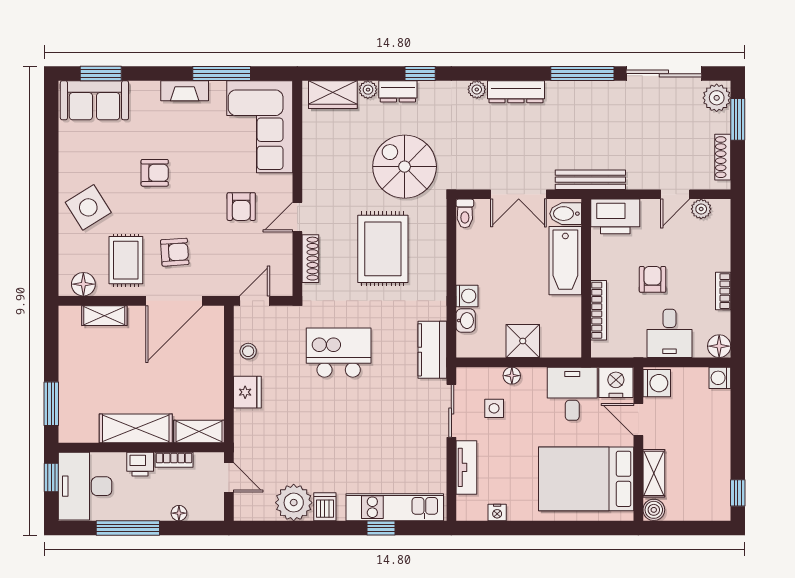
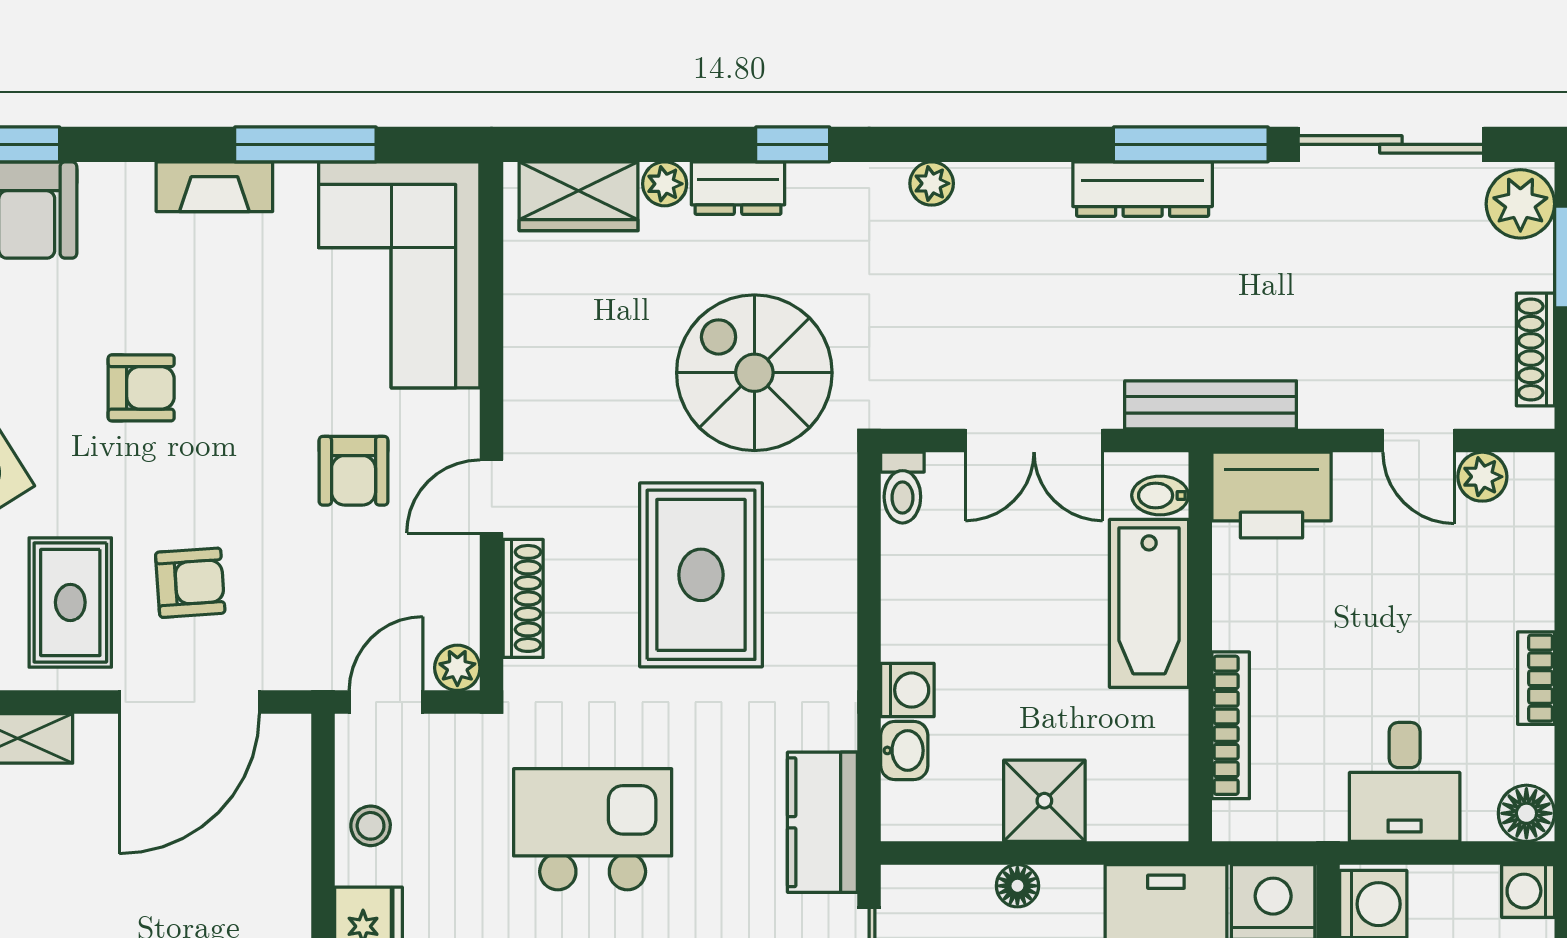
dresser: (516, 92) -> (1143, 189), moved
door: (675, 194) -> (1419, 441), hinge flipped
bidet: (566, 214) -> (1160, 495), width x0.72, depth x0.74
armchair: (653, 279) -> (1363, 650), removed
plant: (284, 287) -> (457, 668), added

